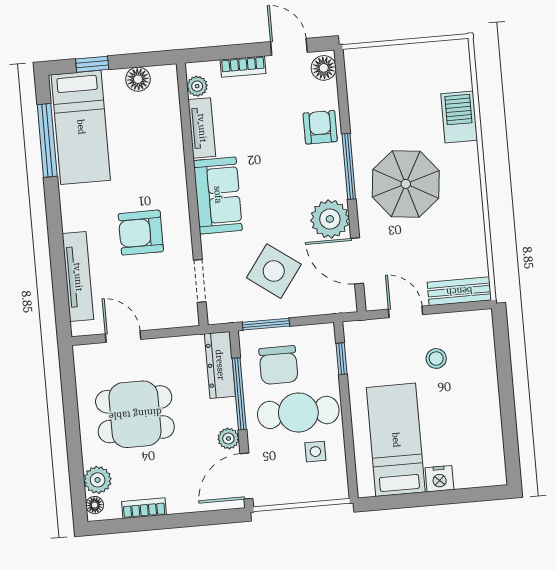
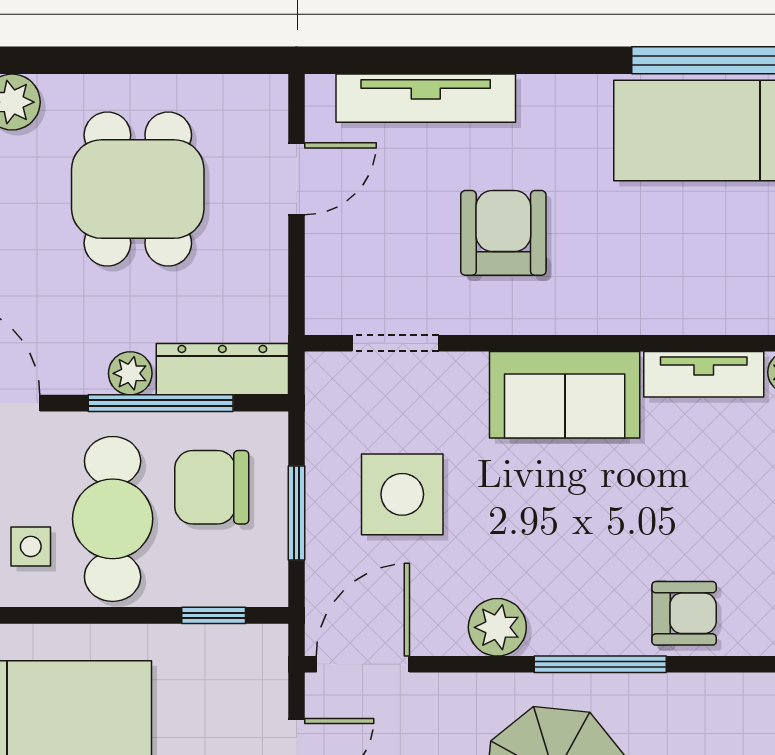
plant: (330, 219) -> (497, 627), width x0.73, depth x0.73
door: (357, 261) -> (363, 664), moved
side table: (274, 271) -> (402, 494), turned -36
window: (266, 324) -> (297, 513), moved
plant: (228, 439) -> (130, 373), moved

